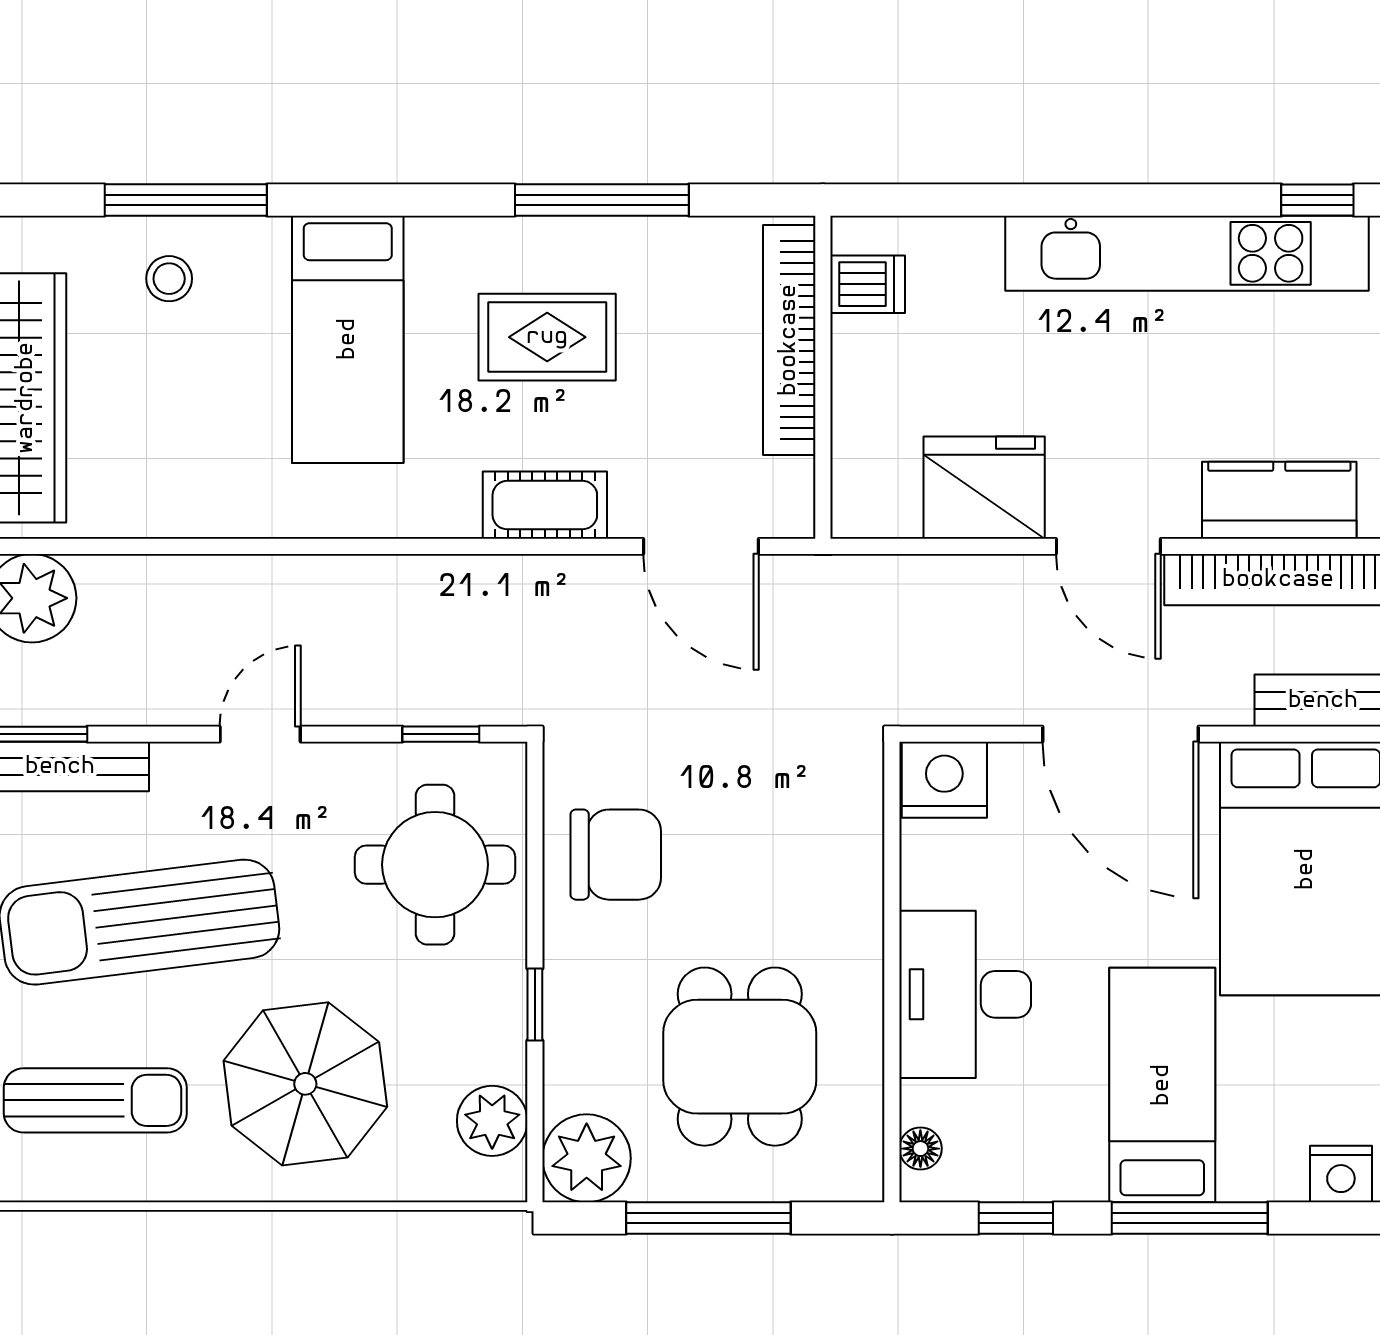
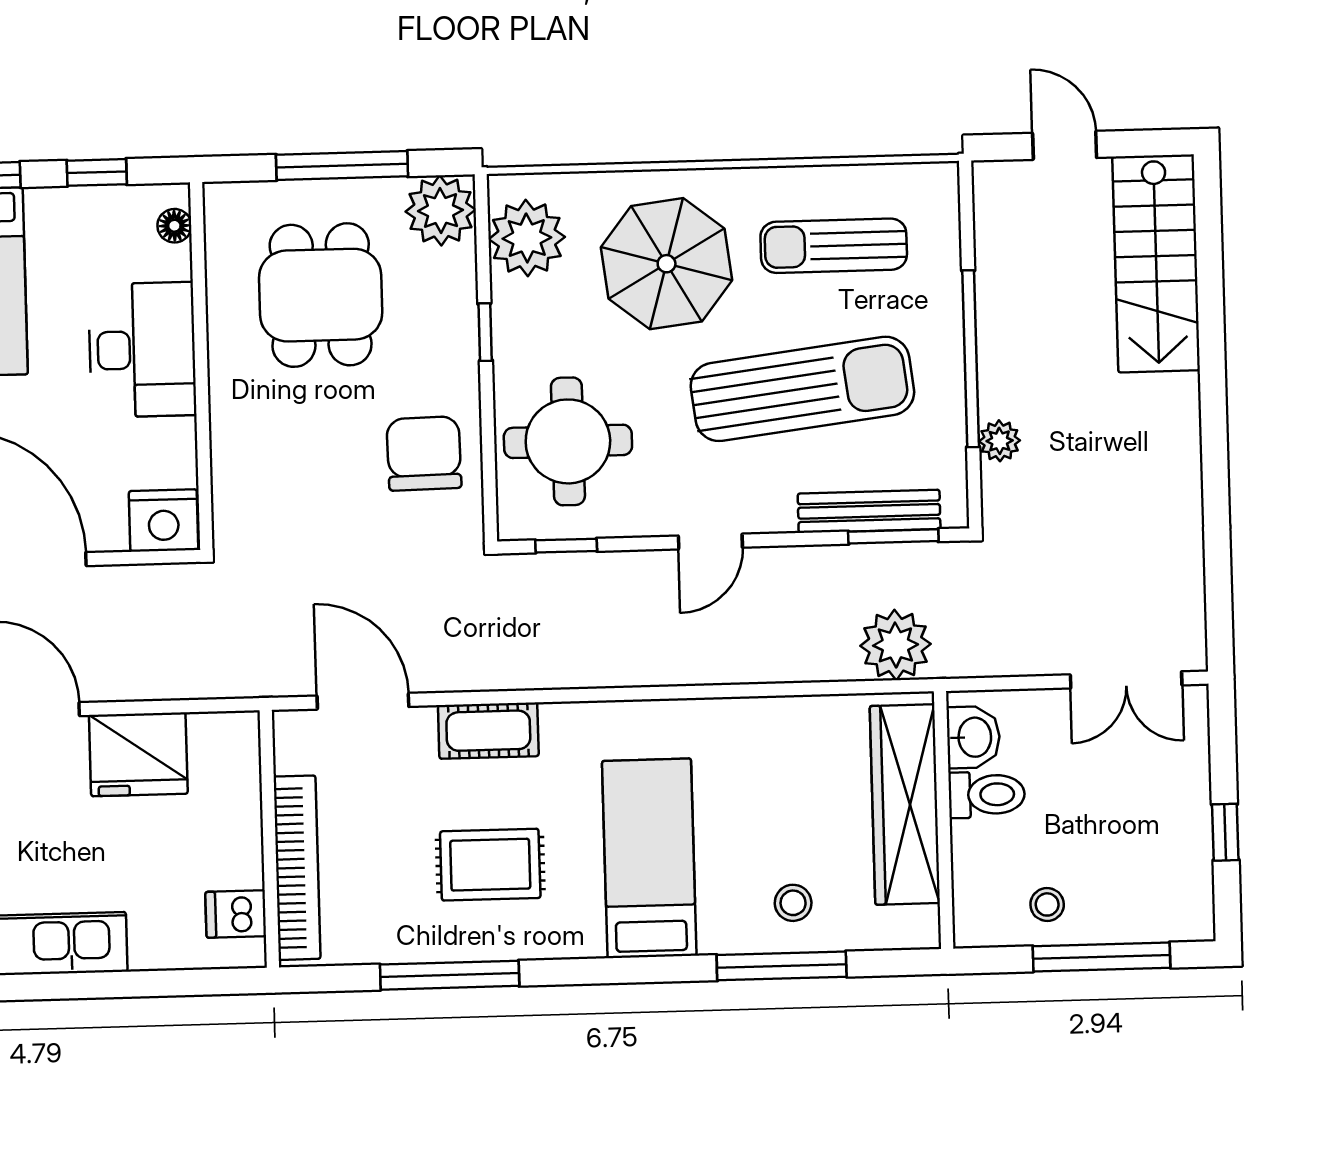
chair: (616, 855) -> (424, 453), turned 89
plant: (492, 1121) -> (527, 238), width x1.36, depth x1.36

